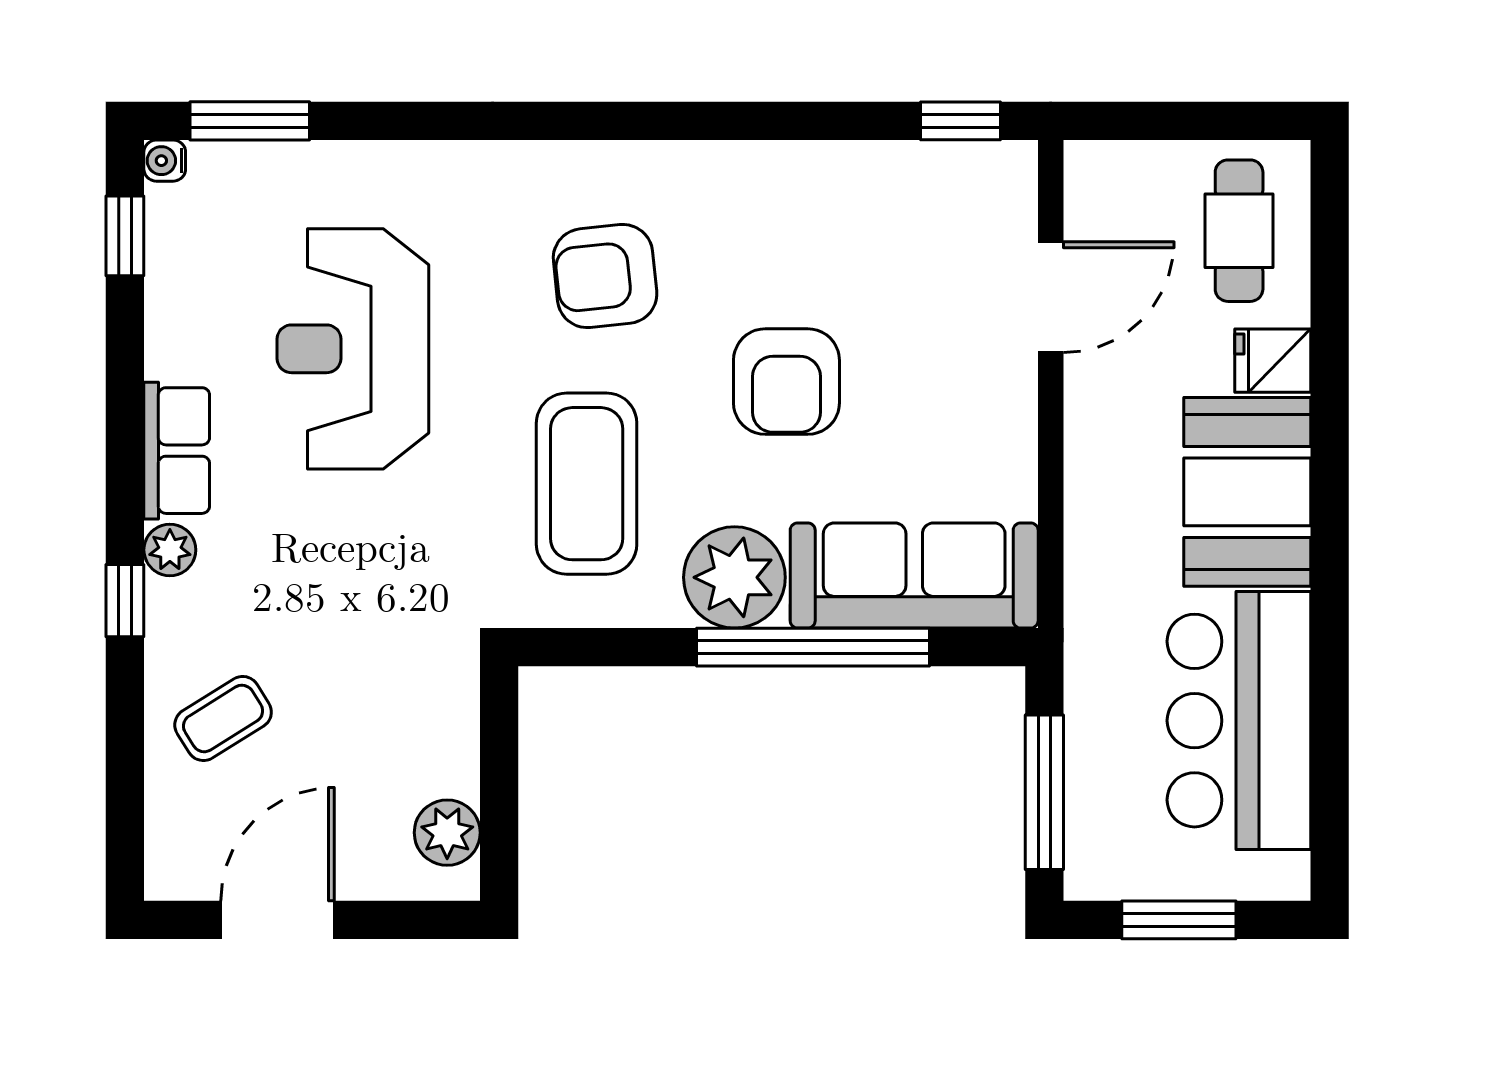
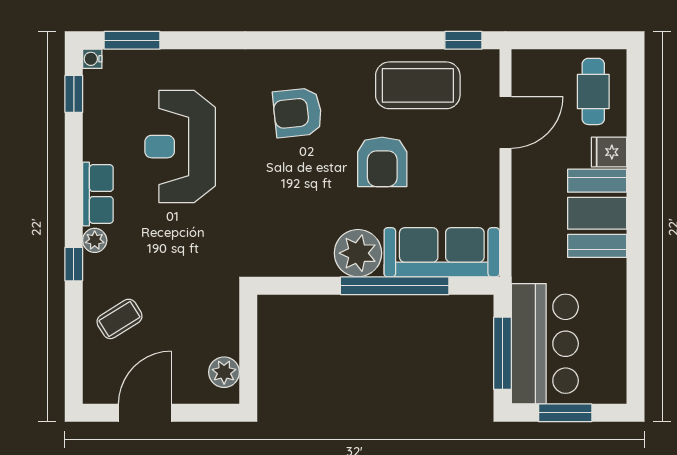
coffee table: (587, 484) -> (418, 85), moved, turned 90
bar counter: (1239, 721) -> (545, 344), moved, turned 180

